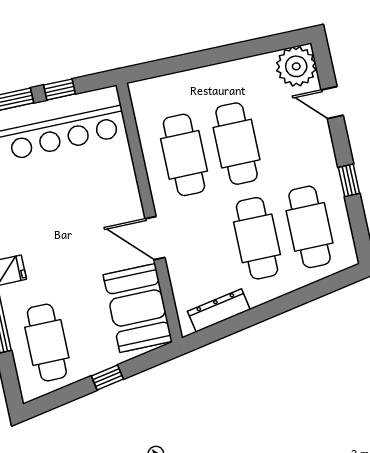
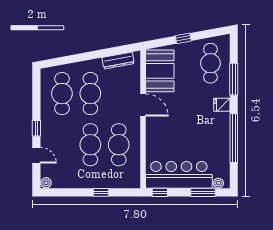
window: (198, 60) -> (101, 192), added
plant: (296, 66) -> (46, 183), width x0.53, depth x0.53
window: (60, 89) -> (160, 192), moved
window: (349, 180) -> (36, 128), moved

